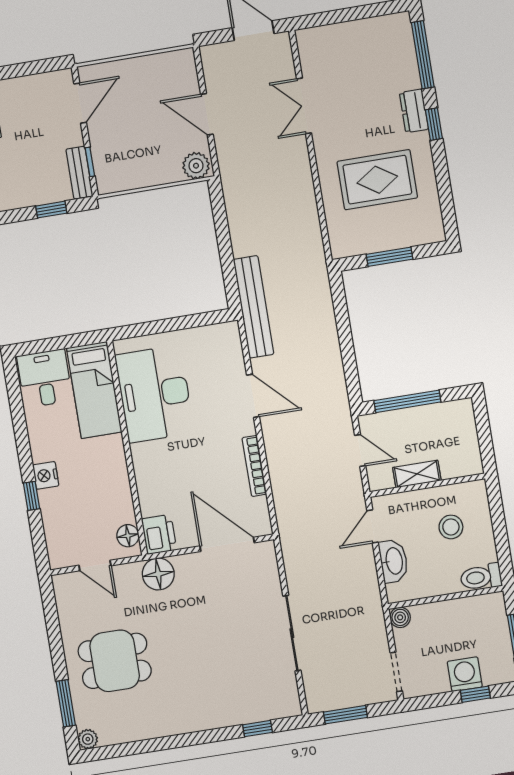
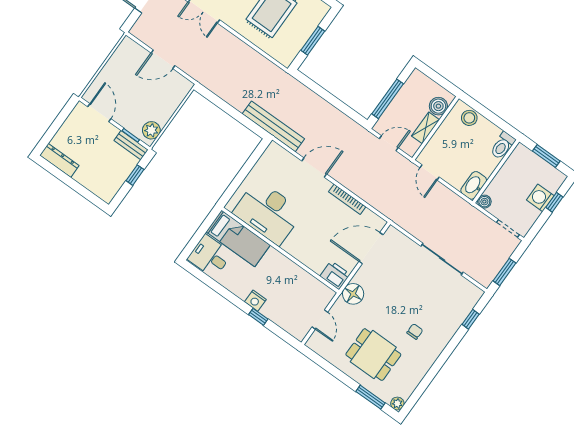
plant: (196, 166) -> (151, 130), moved
boiler: (454, 464) -> (438, 106), added
stool: (451, 527) -> (469, 118), moved
floor lamp: (128, 536) -> (321, 290), removed
washbasin: (394, 561) -> (474, 185), moved, turned -90
door: (95, 566) -> (320, 320), hinge flipped
dining table: (115, 661) -> (373, 355), turned 90
chair: (184, 681) -> (415, 332), added

